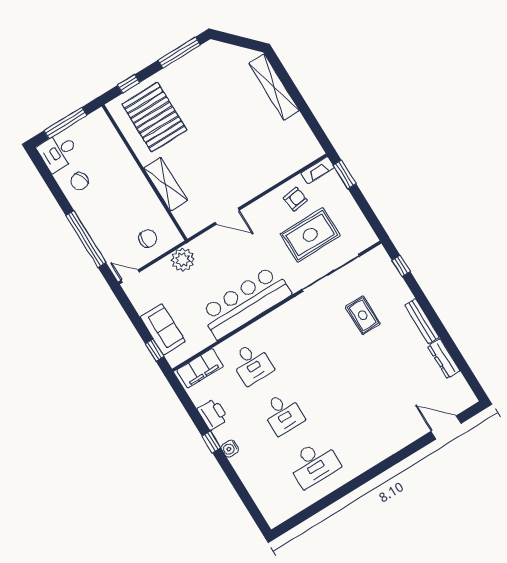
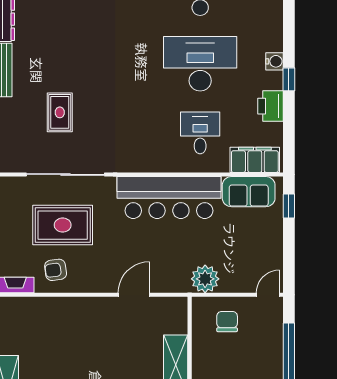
door: (227, 216) -> (134, 295), hinge flipped
chair: (148, 239) -> (227, 322), turned 90
door: (130, 276) -> (268, 295), swing flipped
sofa: (163, 329) -> (249, 192), moved, turned -90
desk: (283, 413) -> (200, 64), width x1.87, depth x1.30

